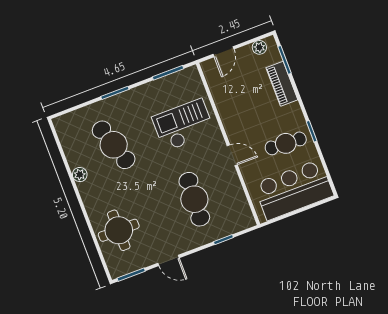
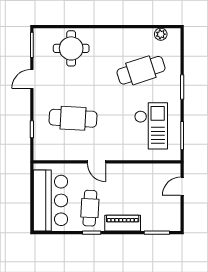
plant: (259, 47) -> (175, 216), removed
door: (223, 52) -> (182, 186), hinge flipped
piano: (282, 84) -> (123, 223), moved
checkout: (183, 125) -> (151, 126), moved
door: (232, 155) -> (97, 162), hinge flipped
plant: (80, 175) -> (161, 34), moved

